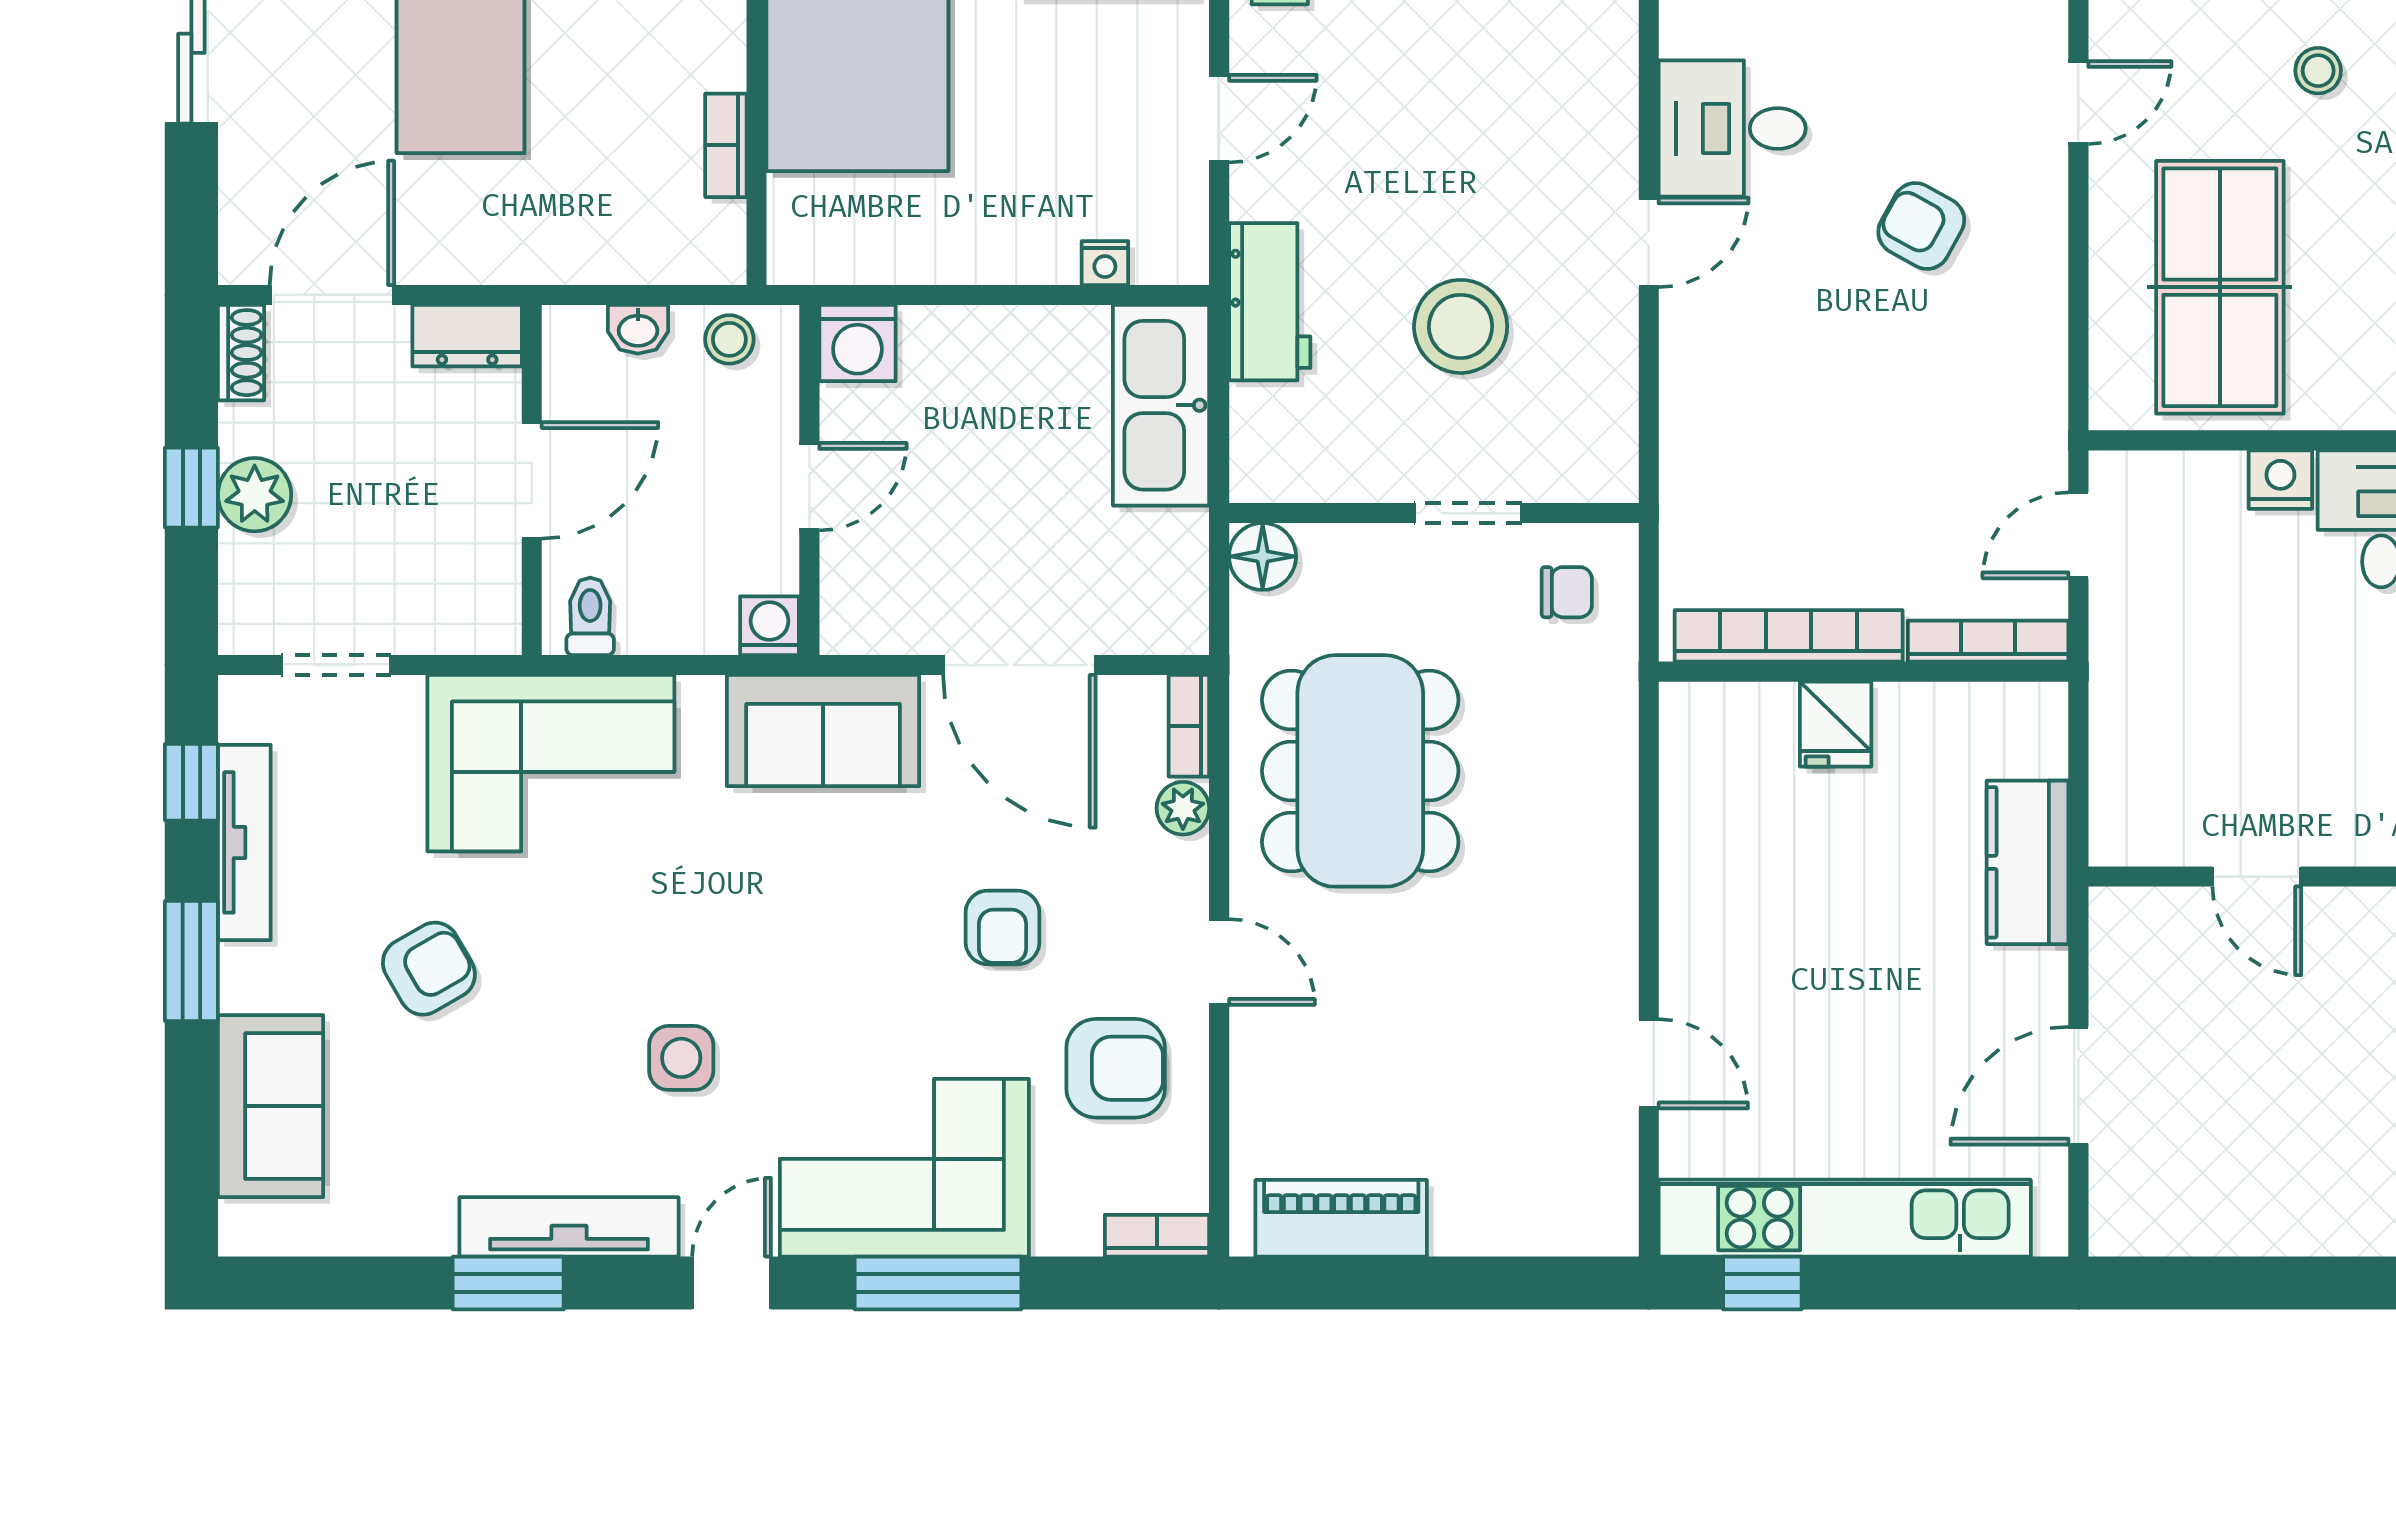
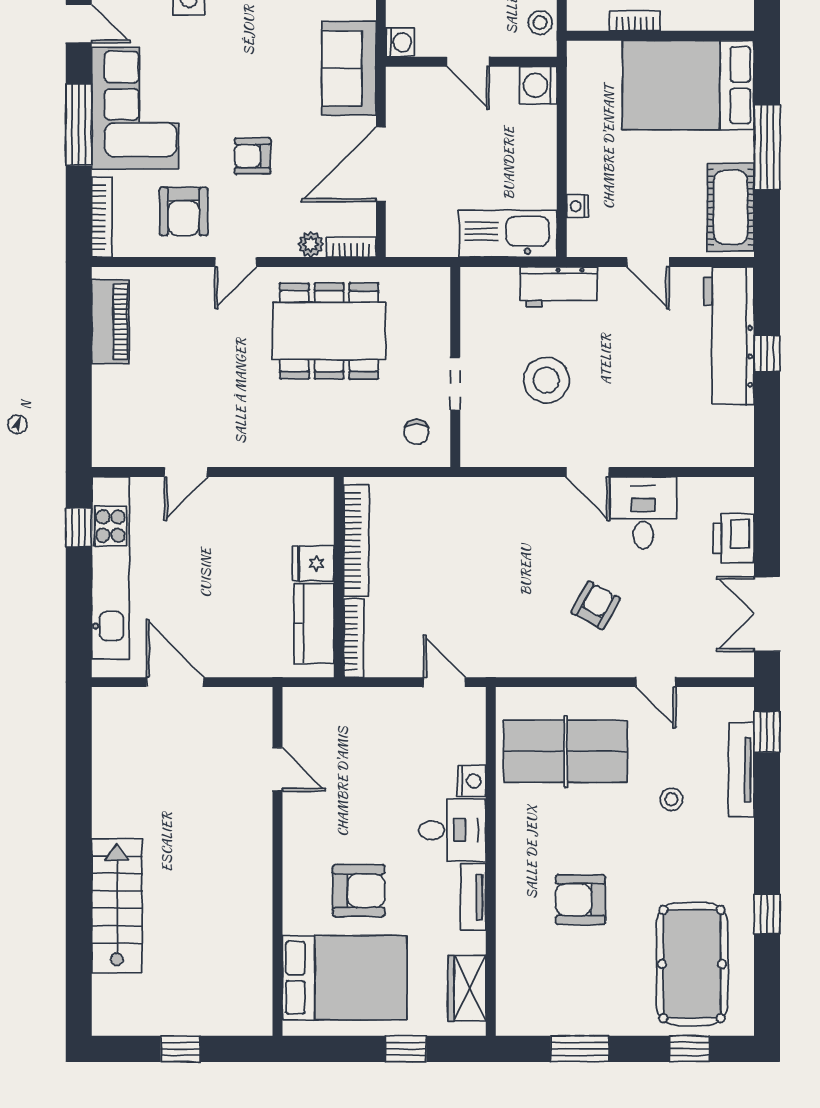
floor lamp: (1263, 556) -> (434, 283), removed
bookcase: (1789, 636) -> (356, 540), moved
bookcase: (1988, 641) -> (354, 638), moved
wall: (1864, 672) -> (339, 577), moved
fridge: (1836, 724) -> (313, 563), moved
kitchen counter: (2028, 862) -> (314, 623), moved, turned -90
door: (2257, 877) -> (277, 769), swing flipped
bookcase: (1157, 1236) -> (102, 217), width x1.56

